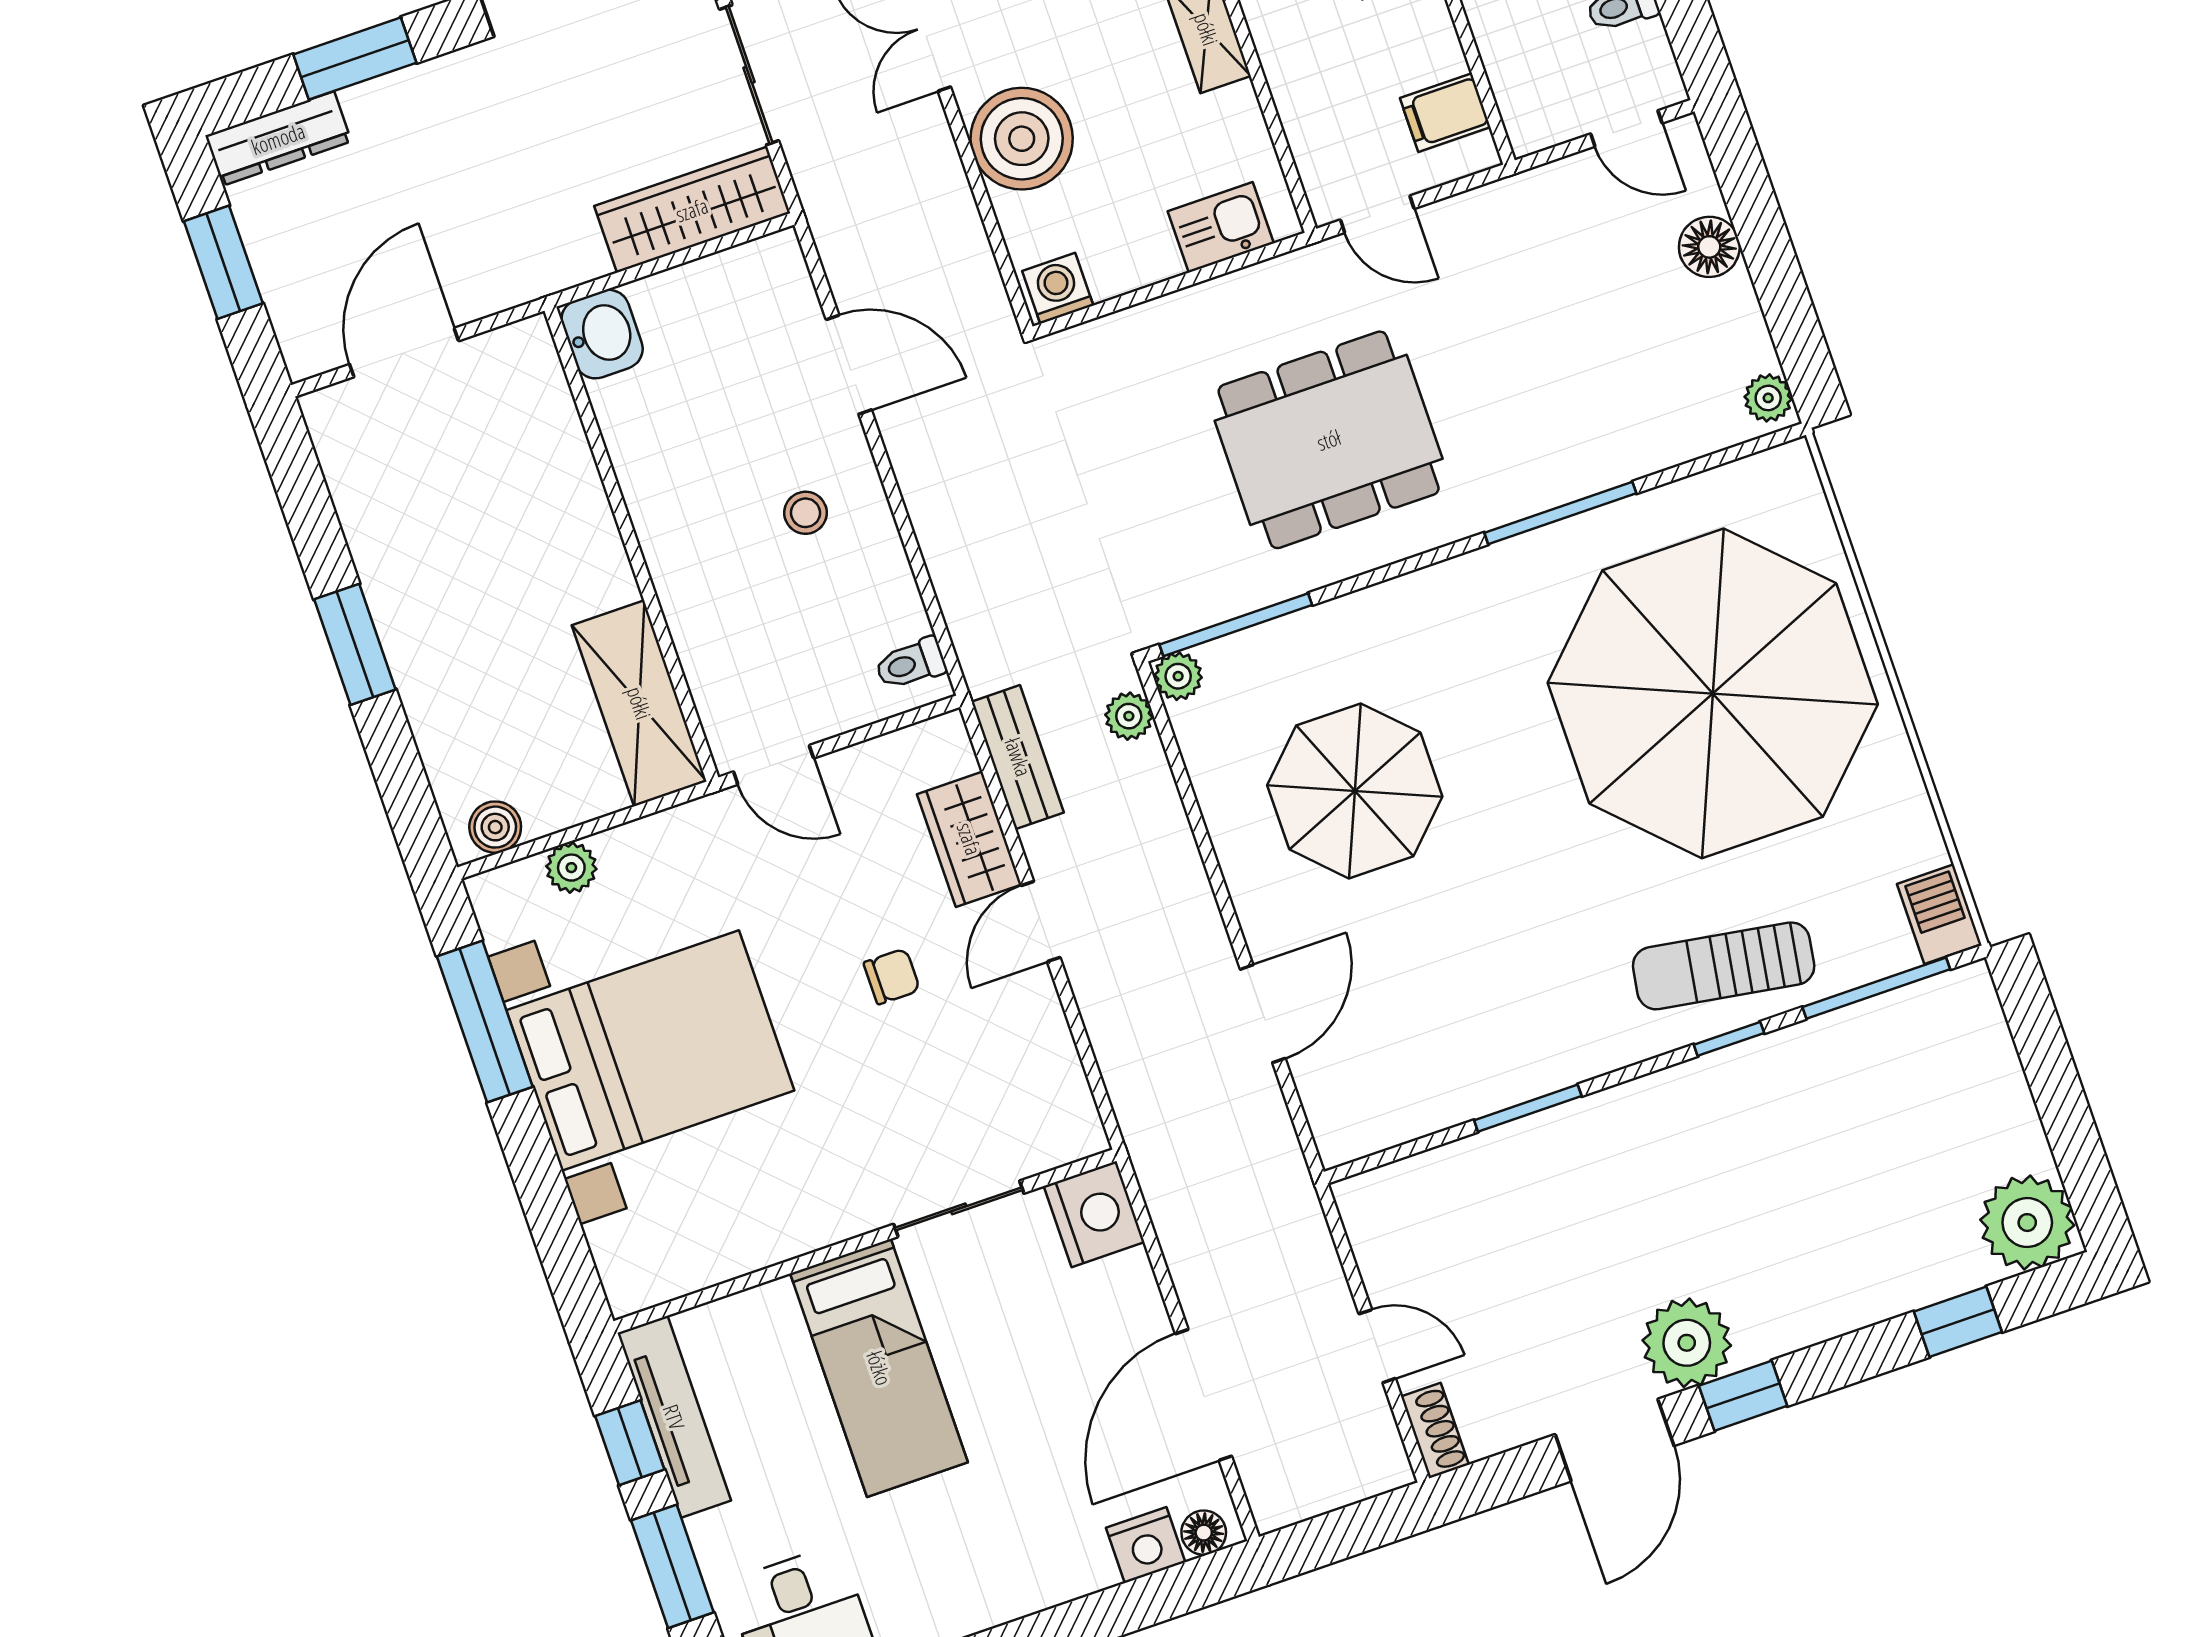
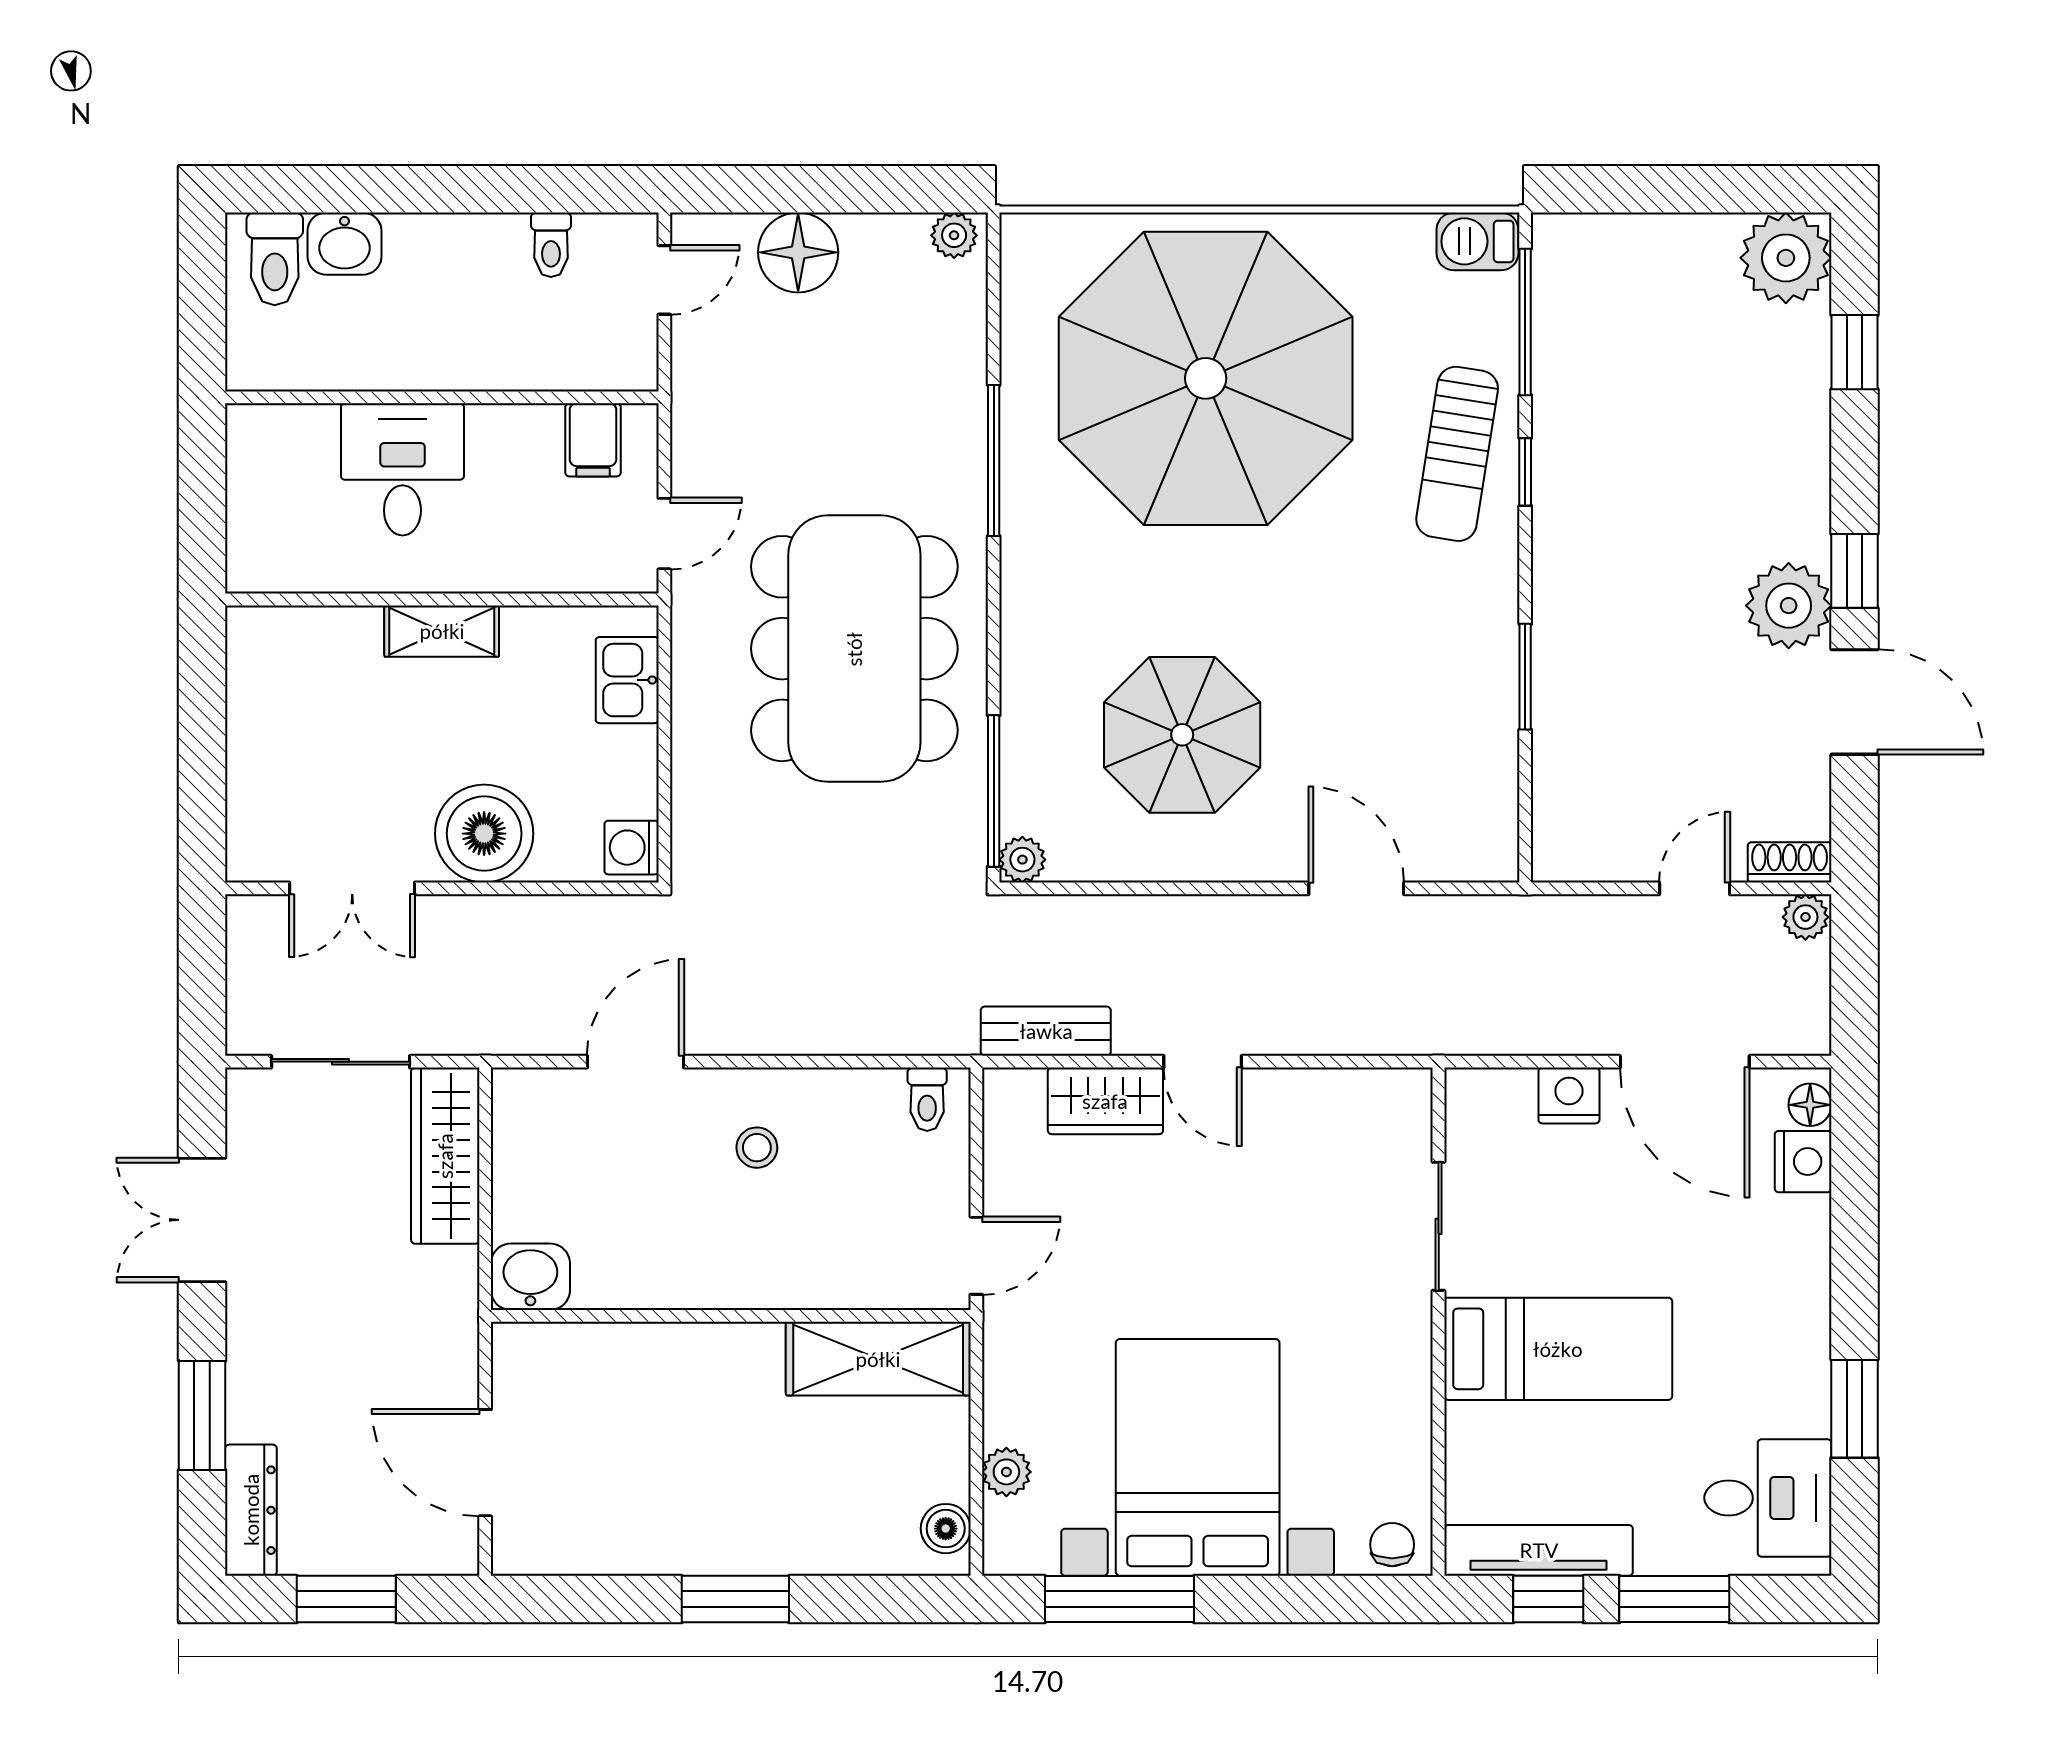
floor lamp: (1709, 247) -> (798, 252), width x1.38, depth x1.38
dining table: (1329, 440) -> (854, 649), width x1.36, depth x1.24
plant: (1129, 716) -> (1805, 917), moved
chair: (892, 976) -> (1392, 1545), moved
nightstand: (1094, 1214) -> (1569, 1096), moved, width x0.74, depth x0.75

